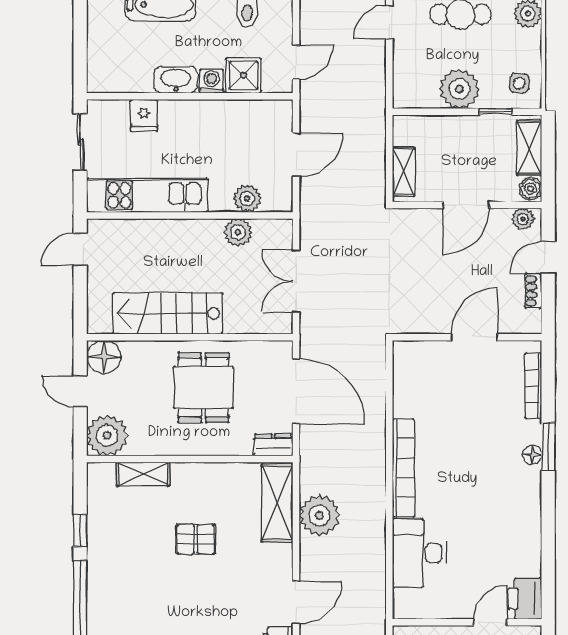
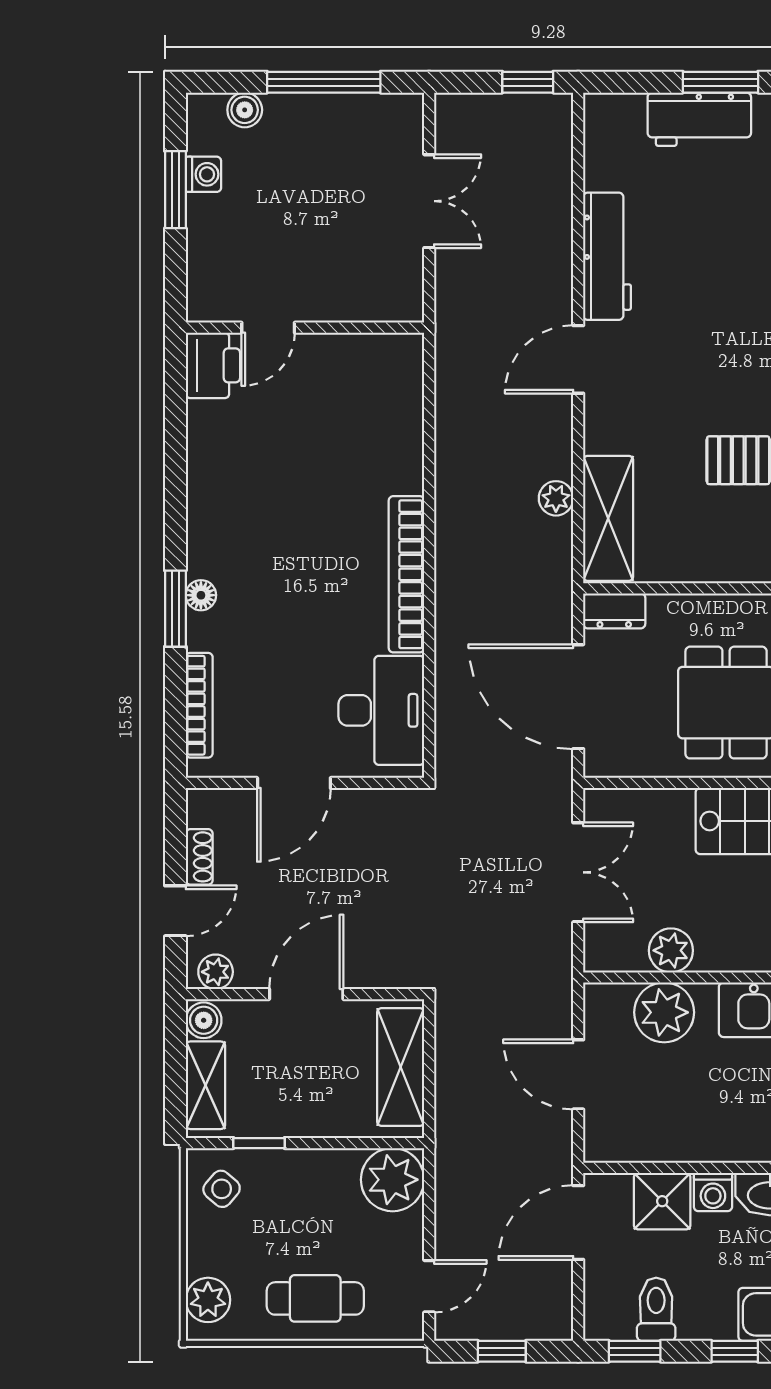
door: (296, 62) -> (578, 1222), width x1.37
side table: (519, 83) -> (222, 1189), turned 38
plant: (459, 89) -> (393, 1180), moved
door: (296, 155) -> (578, 1074), hinge flipped
shelving: (403, 172) -> (401, 1067), width x1.50, depth x1.33
plant: (247, 199) -> (664, 1012), width x1.36, depth x1.36
plant: (319, 515) -> (556, 498), width x0.53, depth x0.53
desk: (419, 553) -> (381, 710), moved

